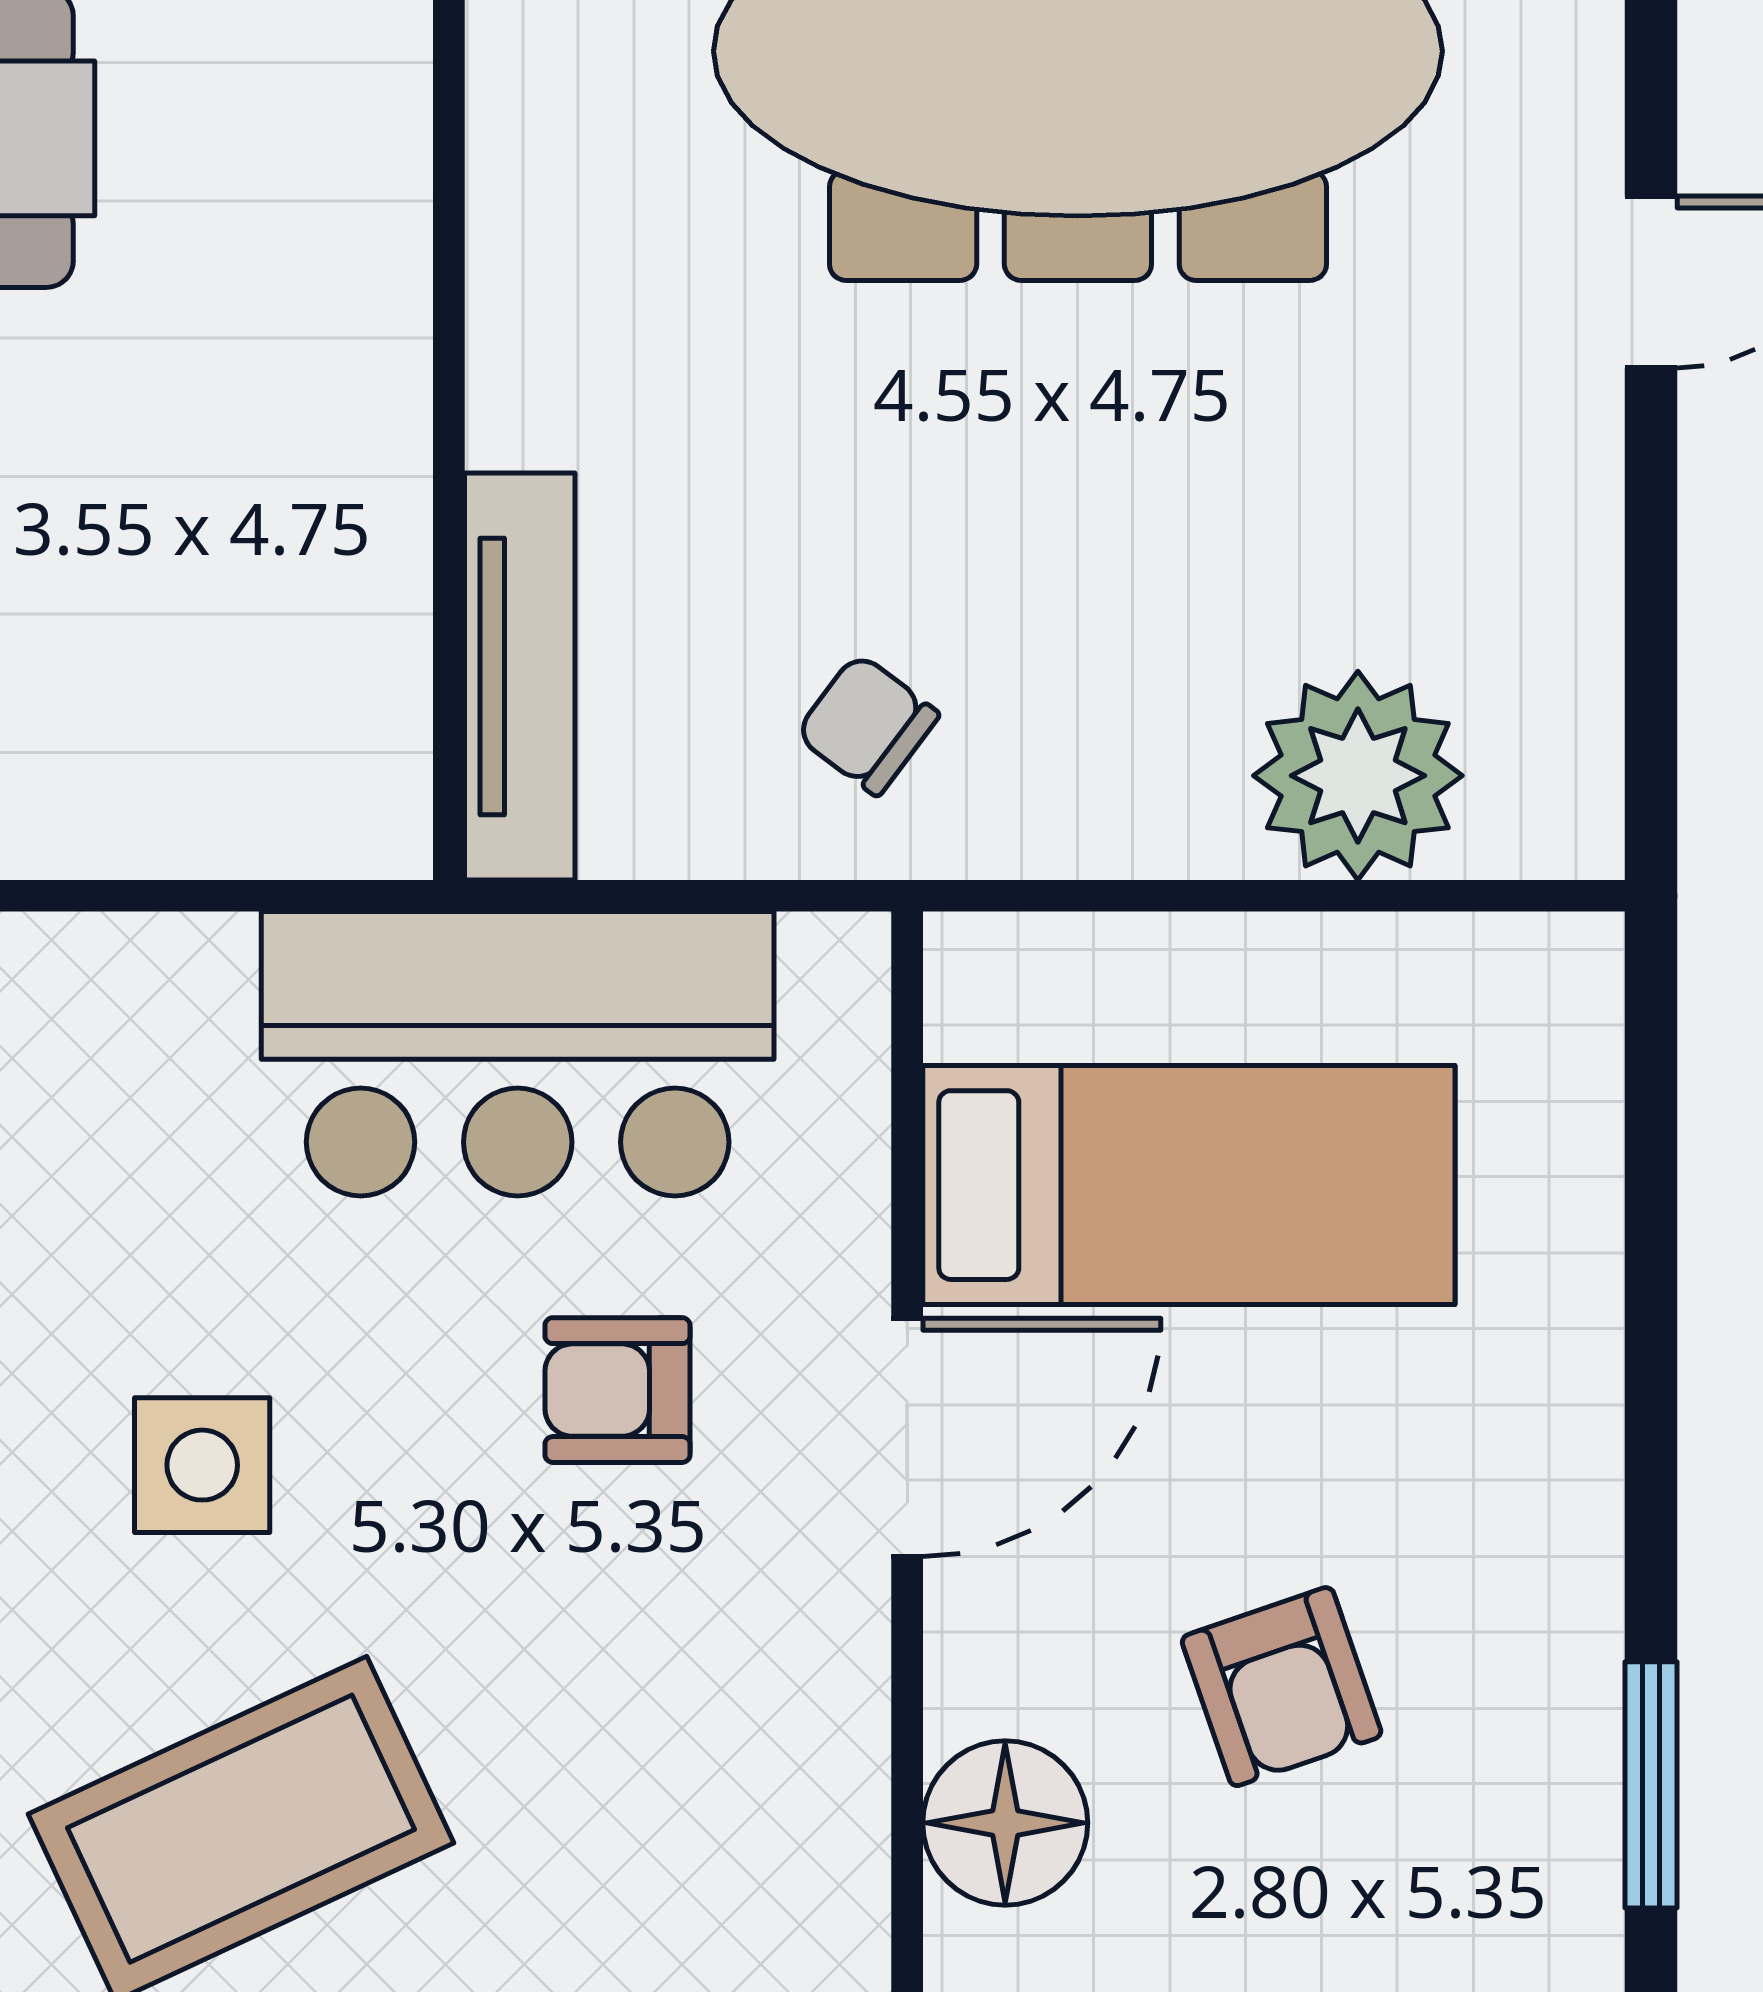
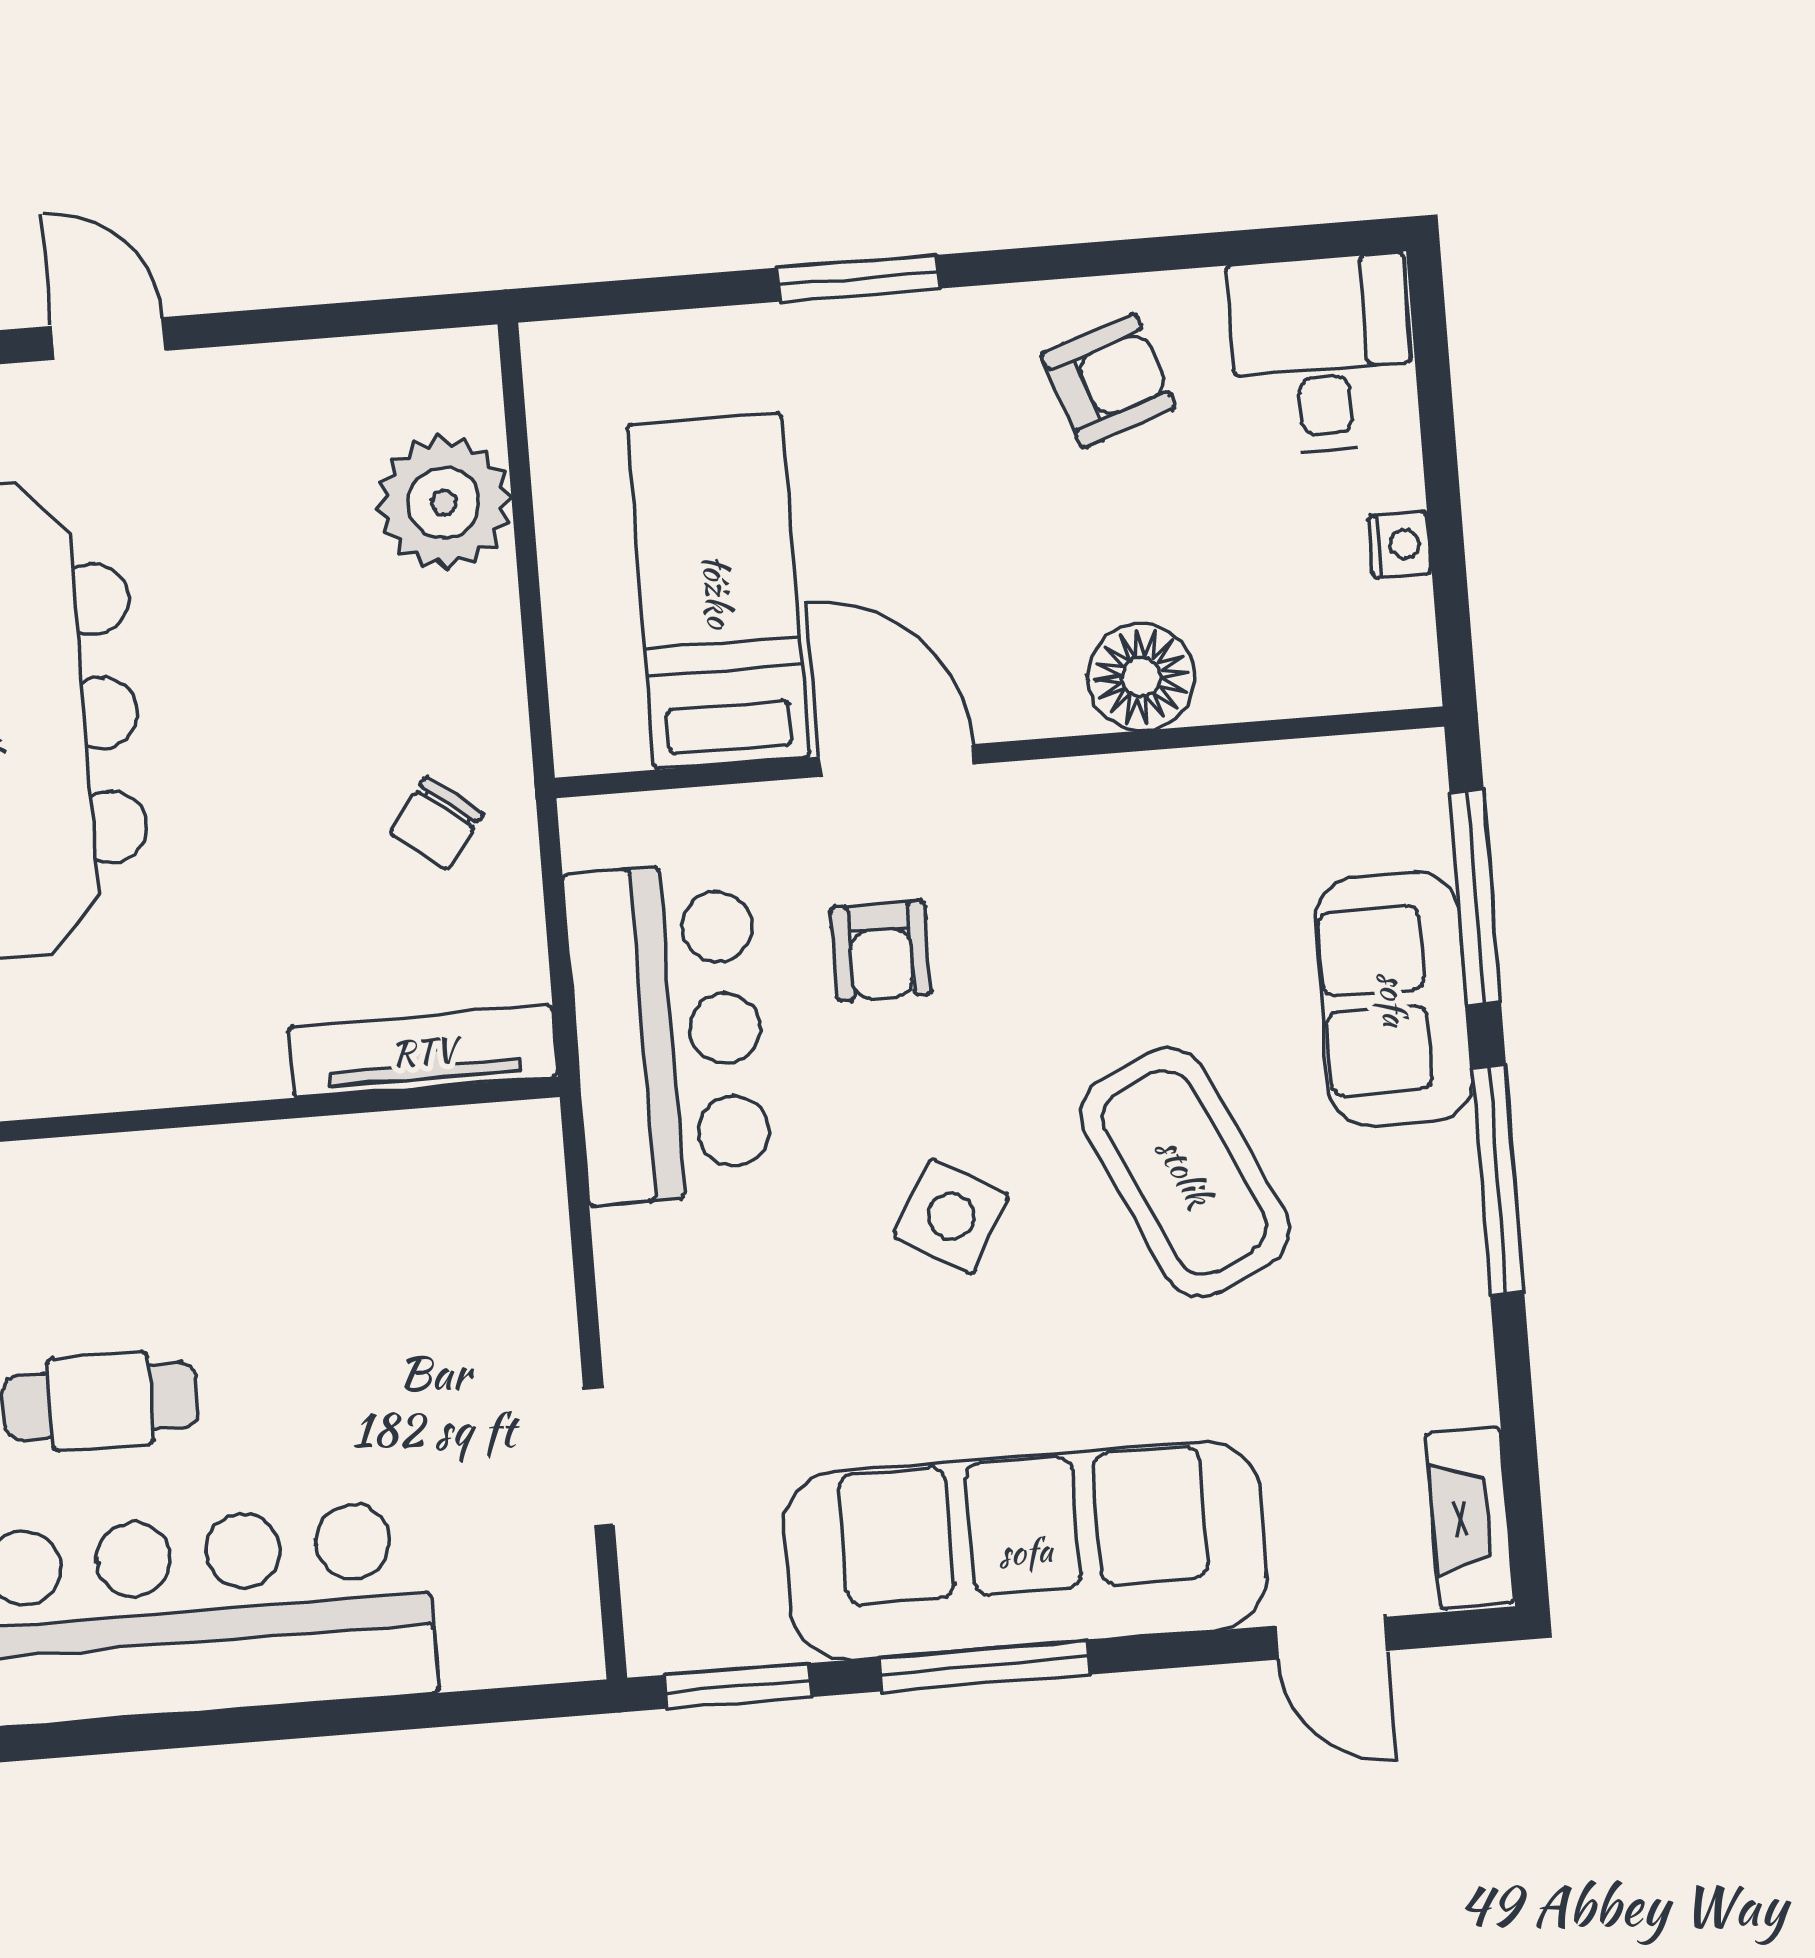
side table: (202, 1465) -> (951, 1216), turned 30
armchair: (1282, 1687) -> (1108, 381), moved
window: (1651, 1785) -> (858, 278), moved

